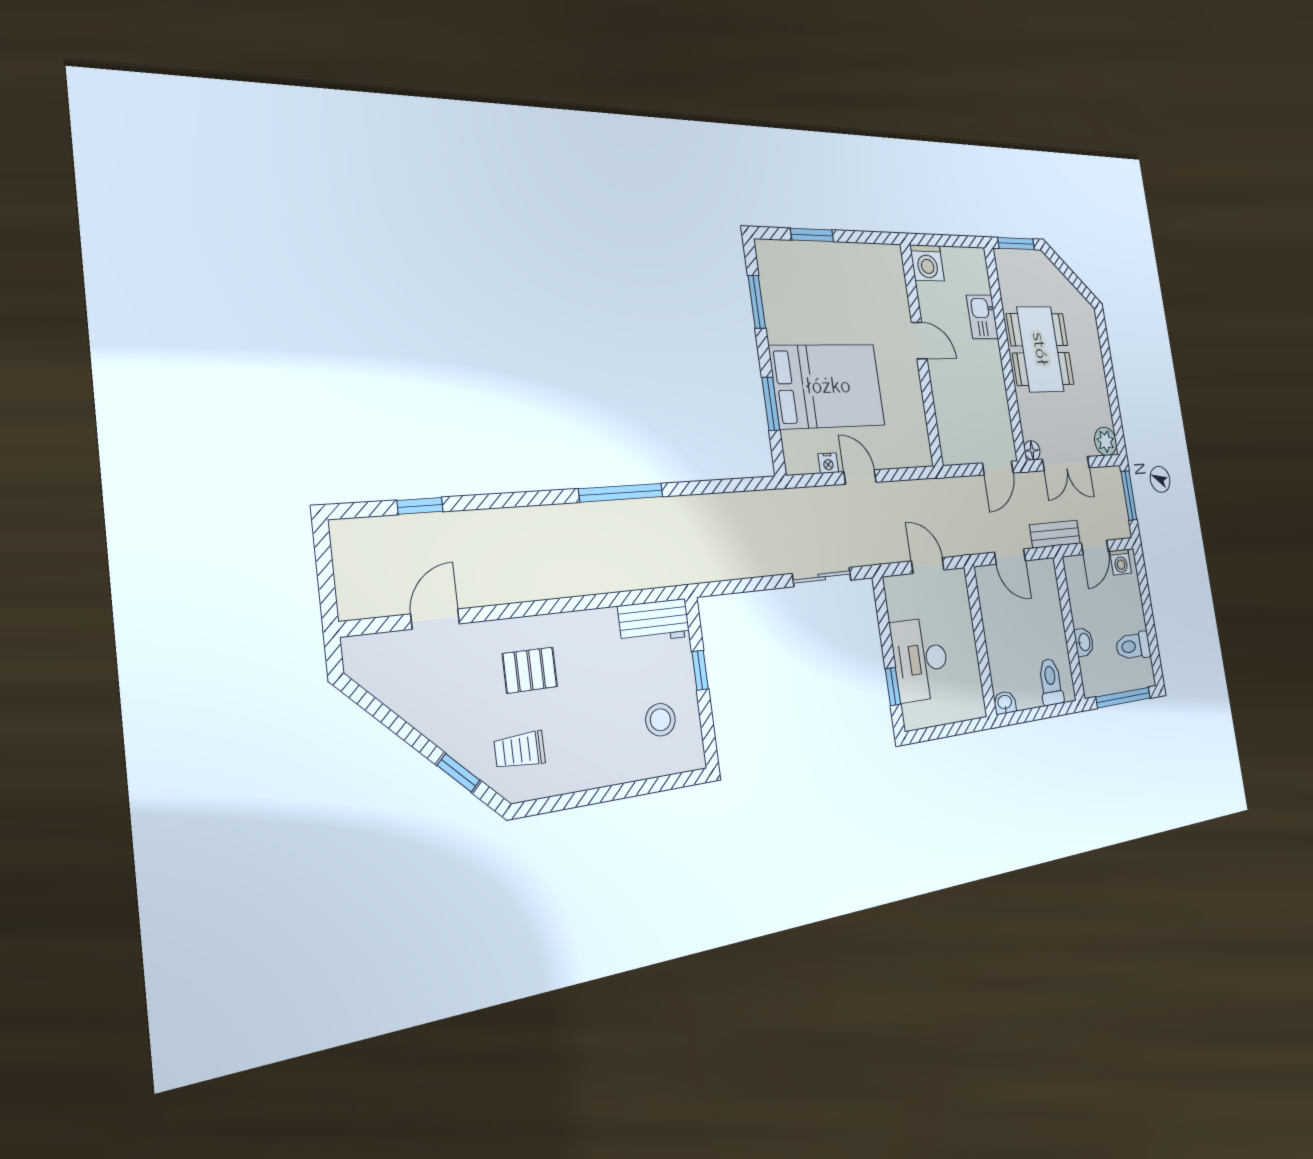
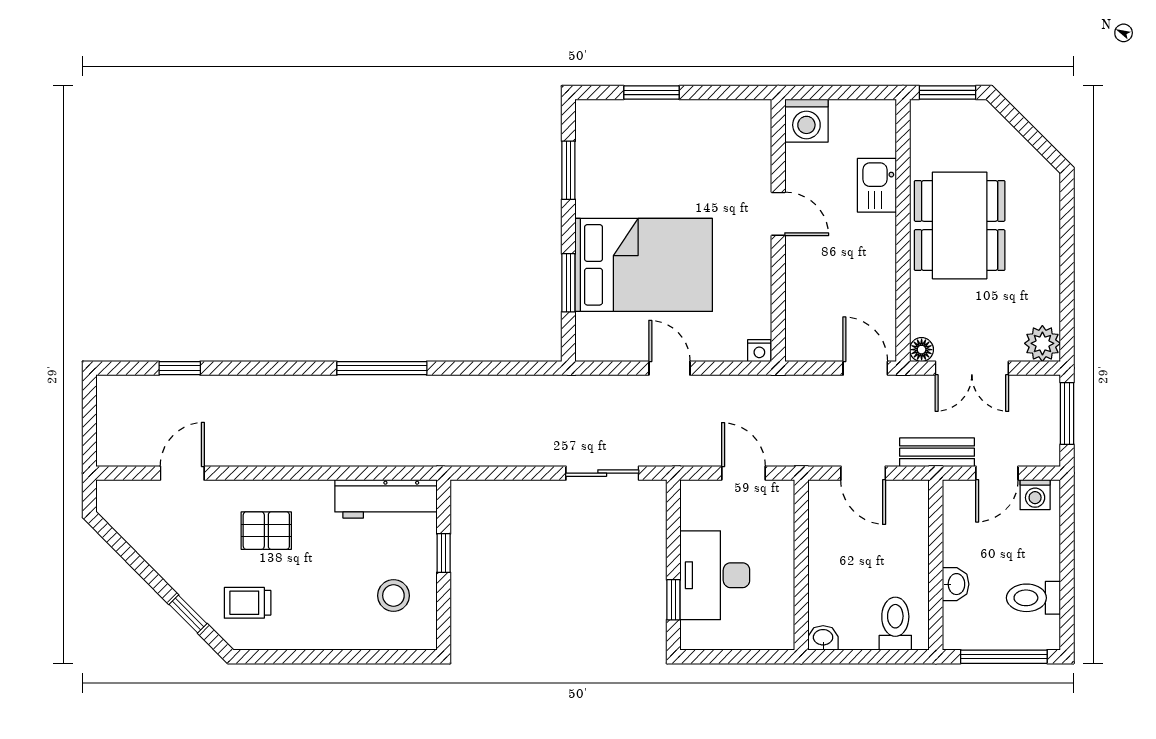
nightstand: (828, 463) -> (759, 351), moved
door: (998, 468) -> (865, 368), swing flipped
workbench: (654, 621) -> (386, 499), width x1.38

